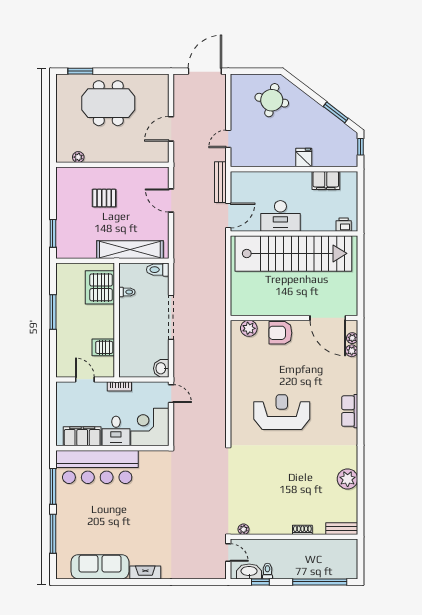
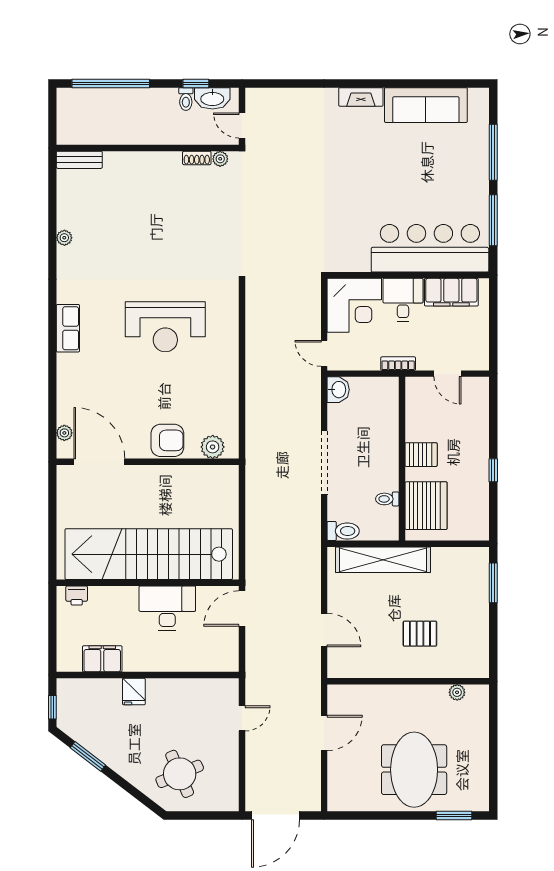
round table: (272, 100) -> (180, 774), turned -36
meeting table: (108, 103) -> (414, 770), turned 90
bench: (220, 182) -> (253, 656), removed
window: (53, 312) -> (493, 470), width x0.46
server rack: (103, 347) -> (421, 455), moved
plant: (352, 351) -> (65, 415), removed
plant: (348, 479) -> (64, 238), width x0.53, depth x0.53
shoe rack: (302, 530) -> (197, 158), moved

